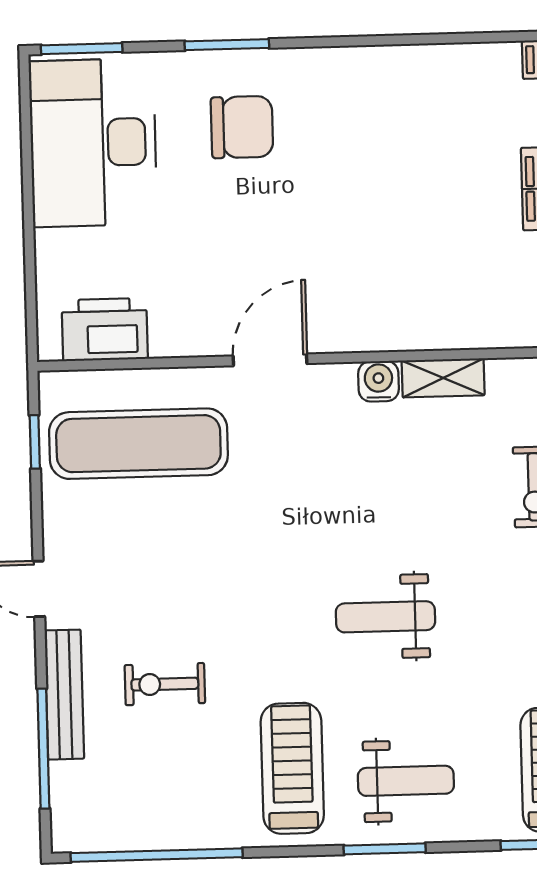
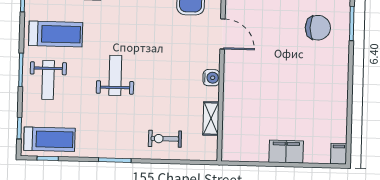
chair: (242, 127) -> (318, 28), turned -90
shelving: (443, 378) -> (211, 118), moved

